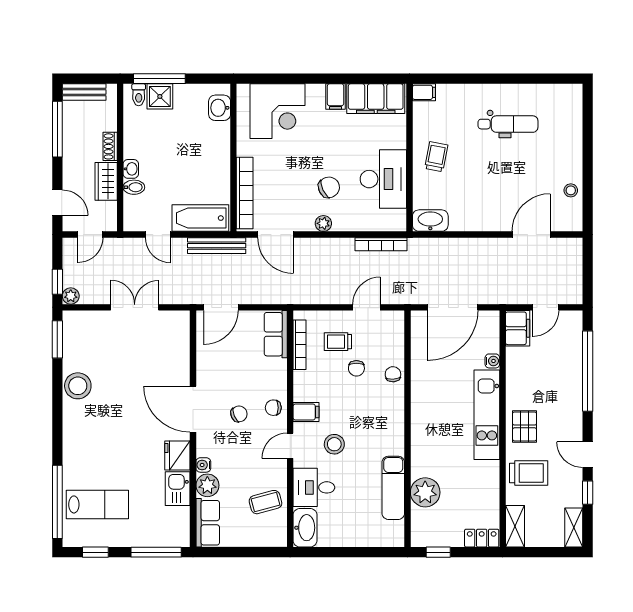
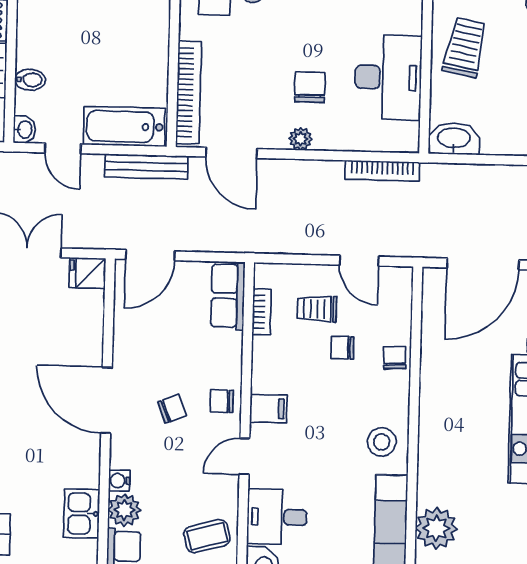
trolley: (436, 157) -> (465, 47), width x1.36, depth x1.39
washbasin: (131, 169) -> (24, 130), moved
chair: (329, 187) -> (310, 87), turned -65
door: (366, 307) -> (359, 261), swing flipped
bookcase: (300, 345) -> (262, 312), width x0.64
chair: (356, 368) -> (342, 348), turned 90
stool: (334, 444) -> (382, 442), moved
fridge: (177, 456) -> (87, 273), moved, width x0.72

